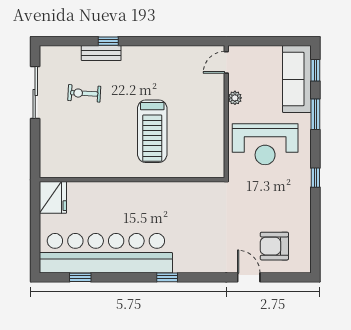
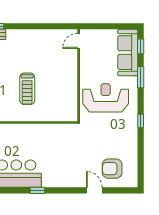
plant: (235, 98) -> (85, 66), removed
treadmill: (152, 131) -> (27, 89), width x0.73, depth x0.73
reception desk: (265, 144) -> (106, 98), turned 180

